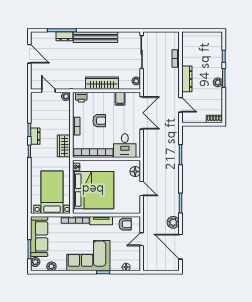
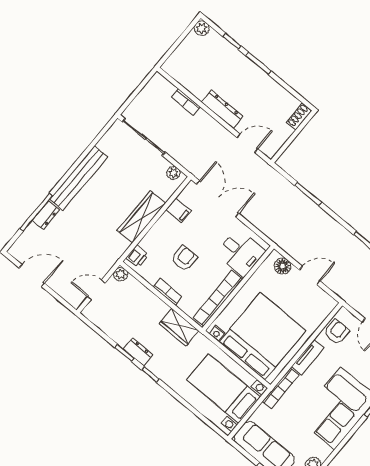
plant: (218, 82) -> (202, 28), moved

